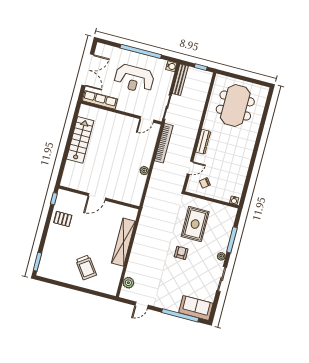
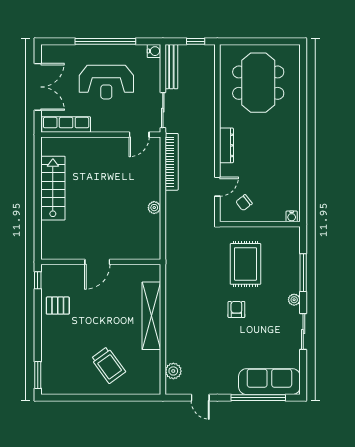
door: (142, 305) -> (200, 398), hinge flipped
sofa: (196, 308) -> (269, 382), width x1.36

